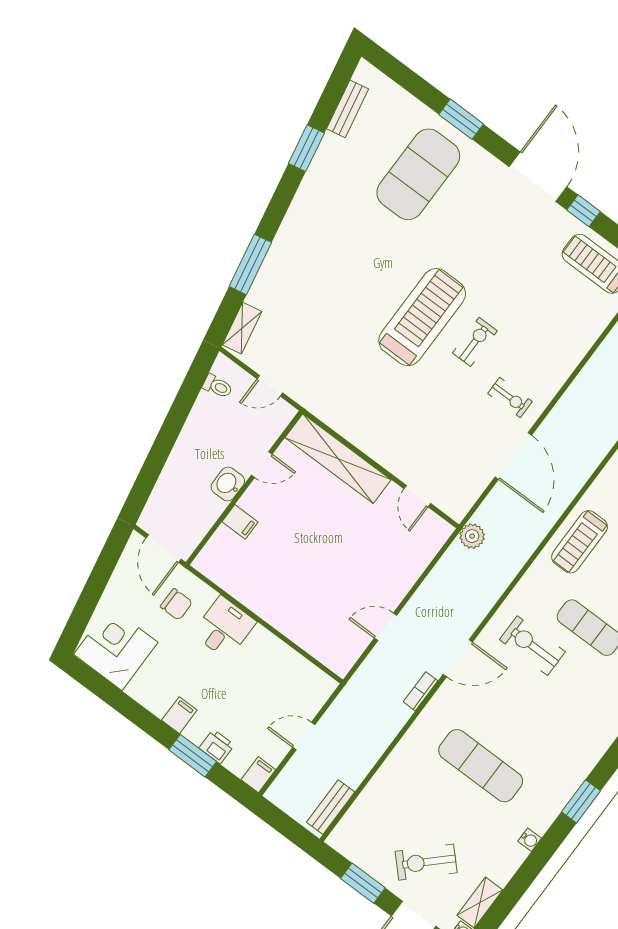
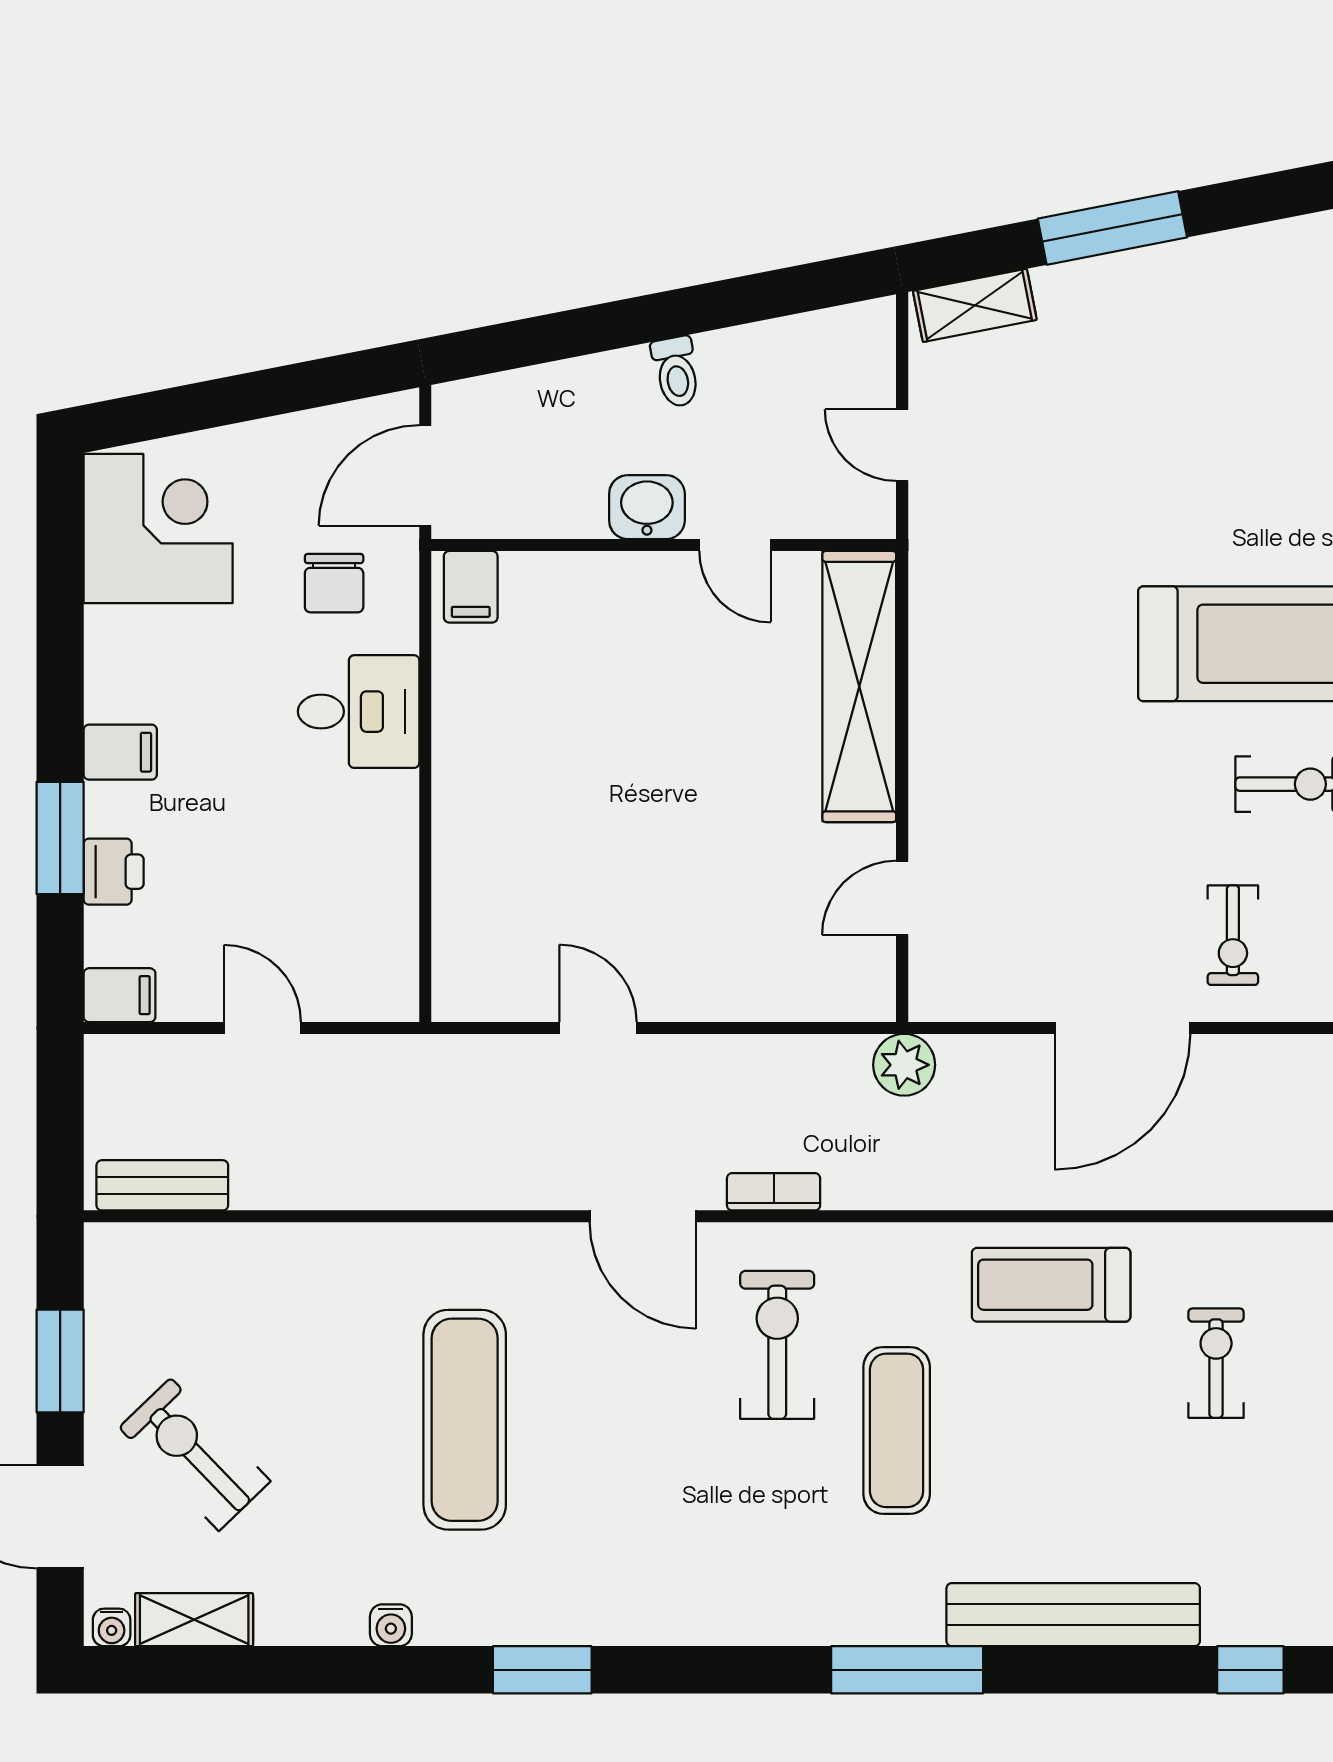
toilet: (218, 386) -> (676, 372), moved
filing cabinet: (240, 522) -> (471, 587), moved
bookcase: (420, 691) -> (774, 1192), moved

